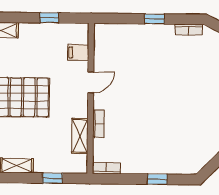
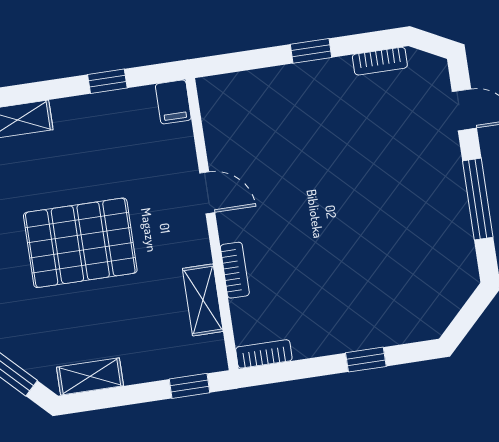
filing cabinet: (78, 52) -> (173, 102), moved, turned -90
door: (91, 82) -> (207, 193), hinge flipped
window: (53, 178) -> (189, 386), moved

